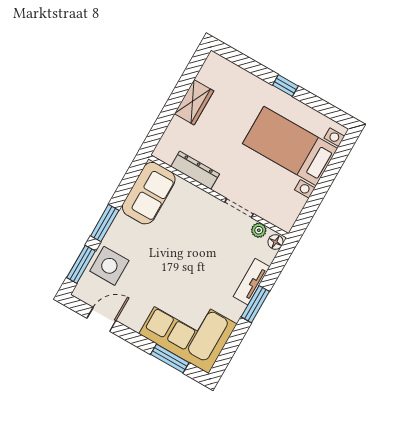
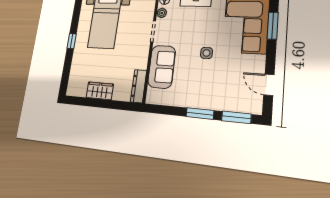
dresser: (195, 170) -> (139, 86), moved
sofa: (149, 193) -> (162, 67), moved, turned 90
side table: (109, 266) -> (206, 53), moved, width x0.54, depth x0.54

